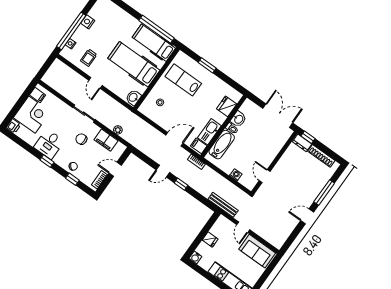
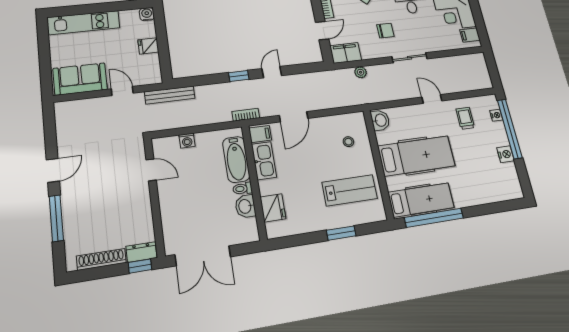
filing cabinet: (106, 140) -> (346, 53), moved

